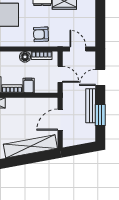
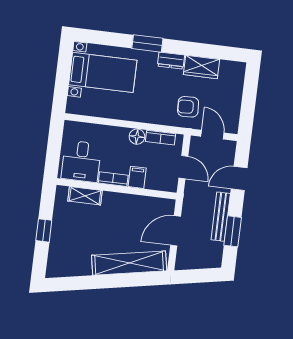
armchair: (41, 34) -> (188, 107), moved

